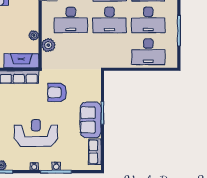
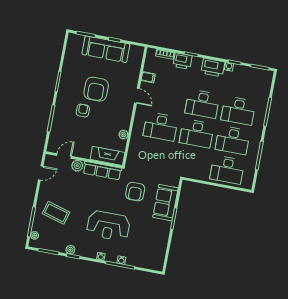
plant: (48, 45) -> (135, 146), removed
armchair: (57, 92) -> (135, 192), turned -90
sofa: (91, 120) -> (165, 203), moved
reception desk: (36, 133) -> (108, 226), turned 180
row of seats: (95, 152) -> (160, 254), removed

